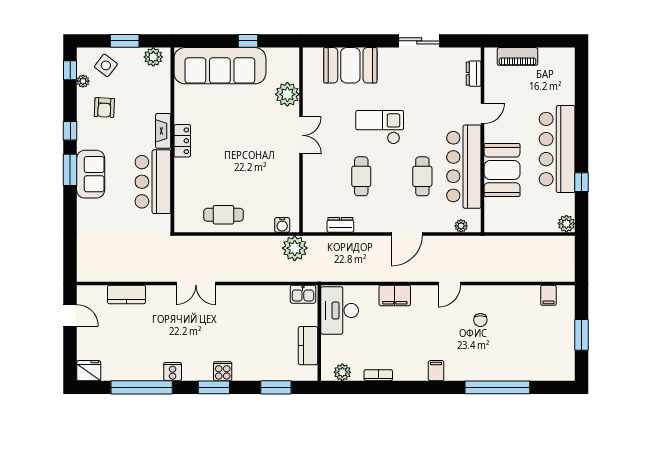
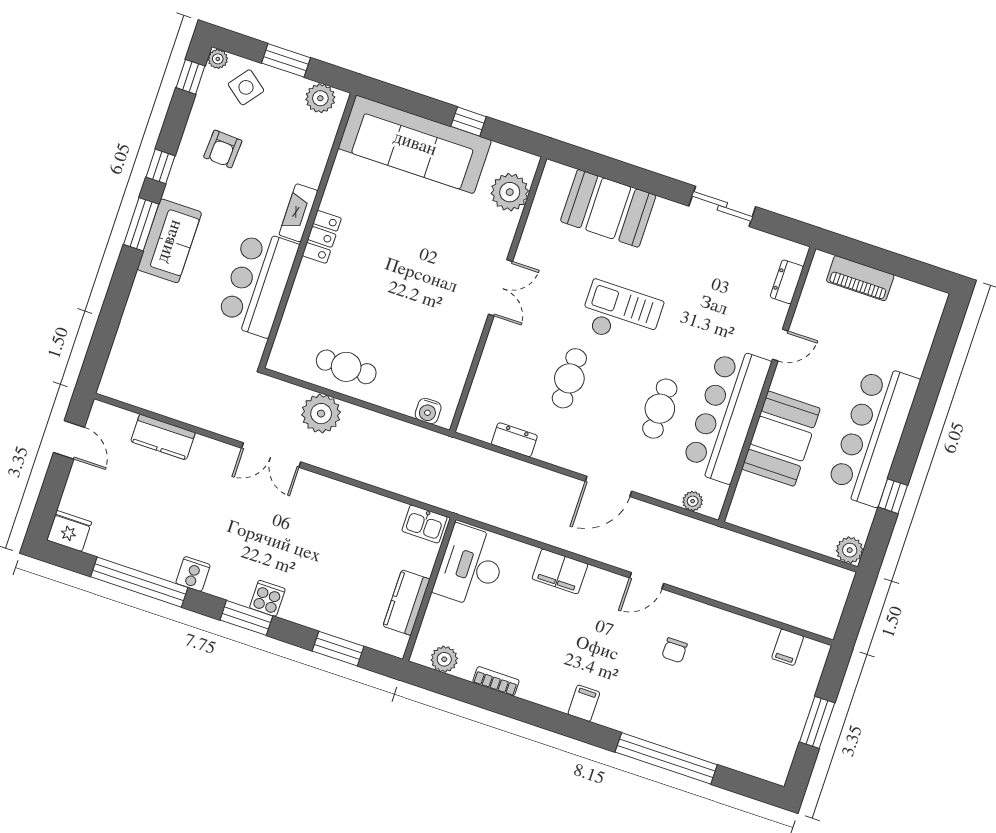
plant: (83, 81) -> (218, 59), moved
plant: (287, 94) -> (510, 192), moved
plant: (295, 248) -> (321, 414), moved

